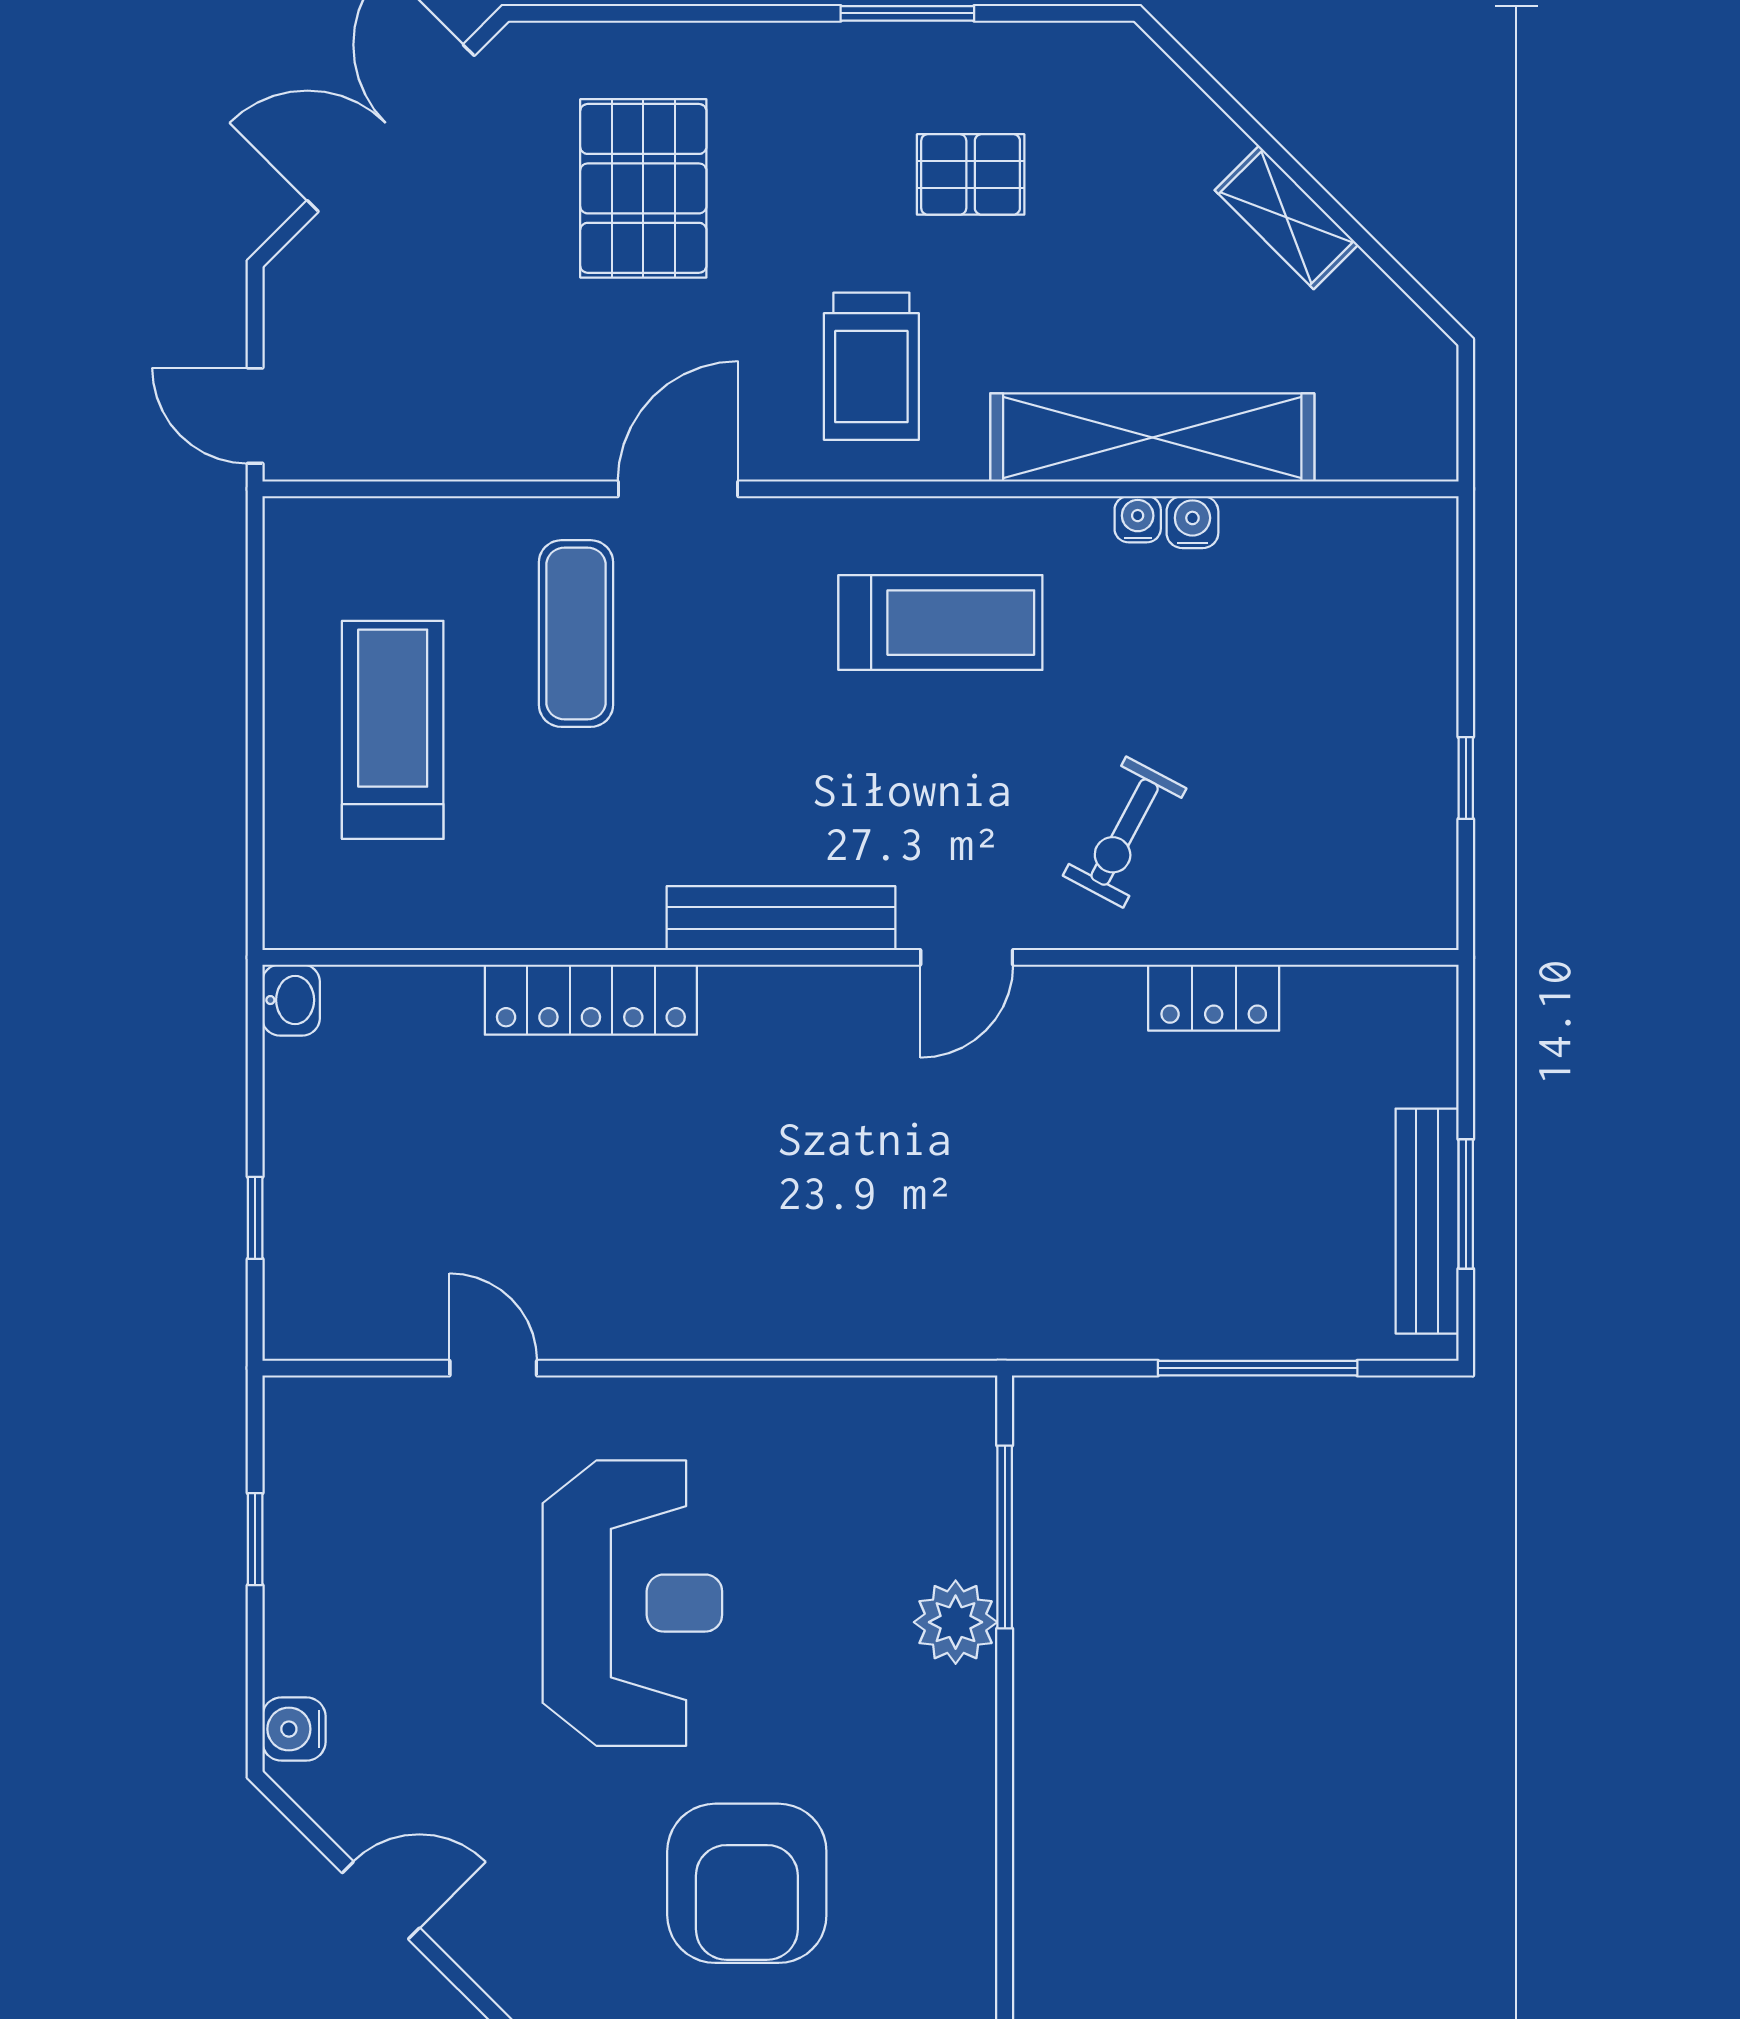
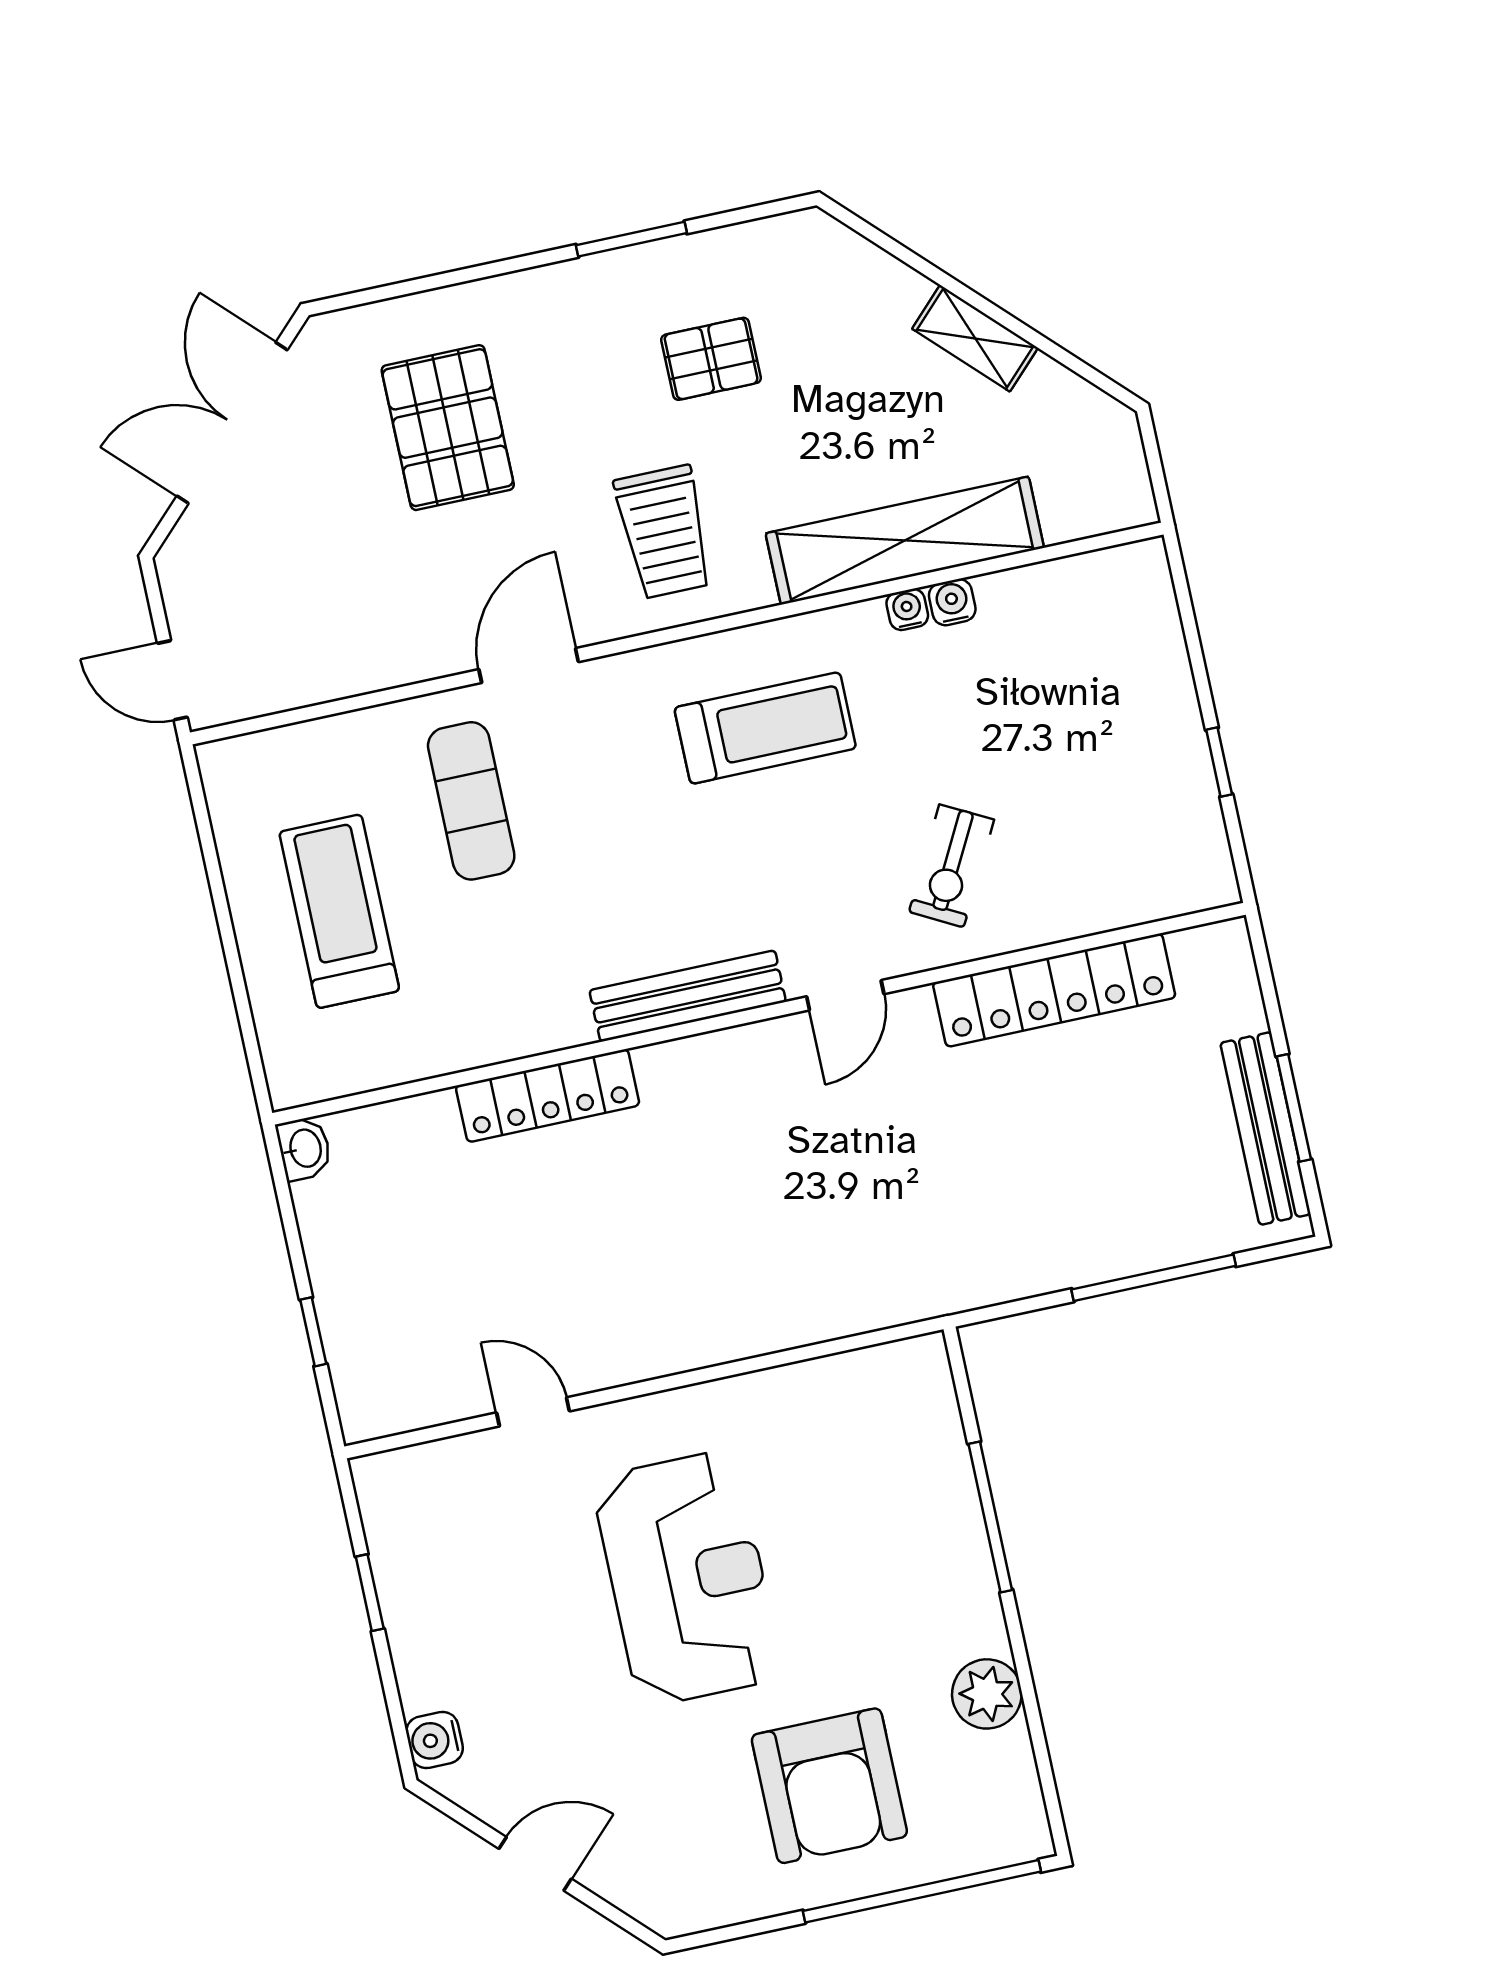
locker: (1214, 998) -> (1054, 990), width x2.16, depth x1.21
window: (1005, 1537) -> (990, 1517), moved
plant: (956, 1622) -> (987, 1694), moved

